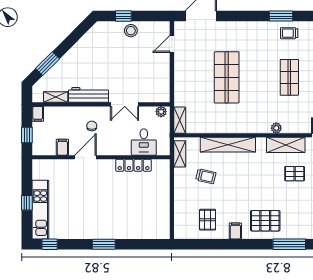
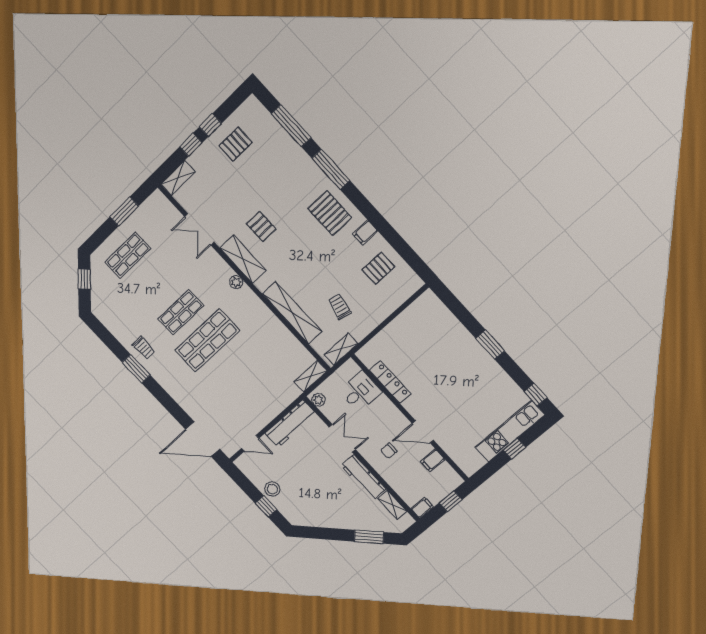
shop shelf: (227, 77) -> (207, 340), moved
workbench: (162, 81) -> (291, 424), added

